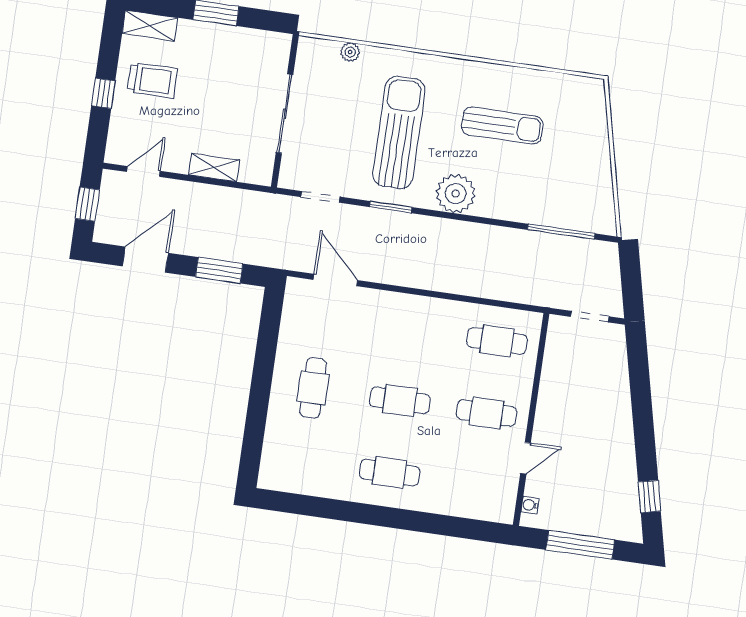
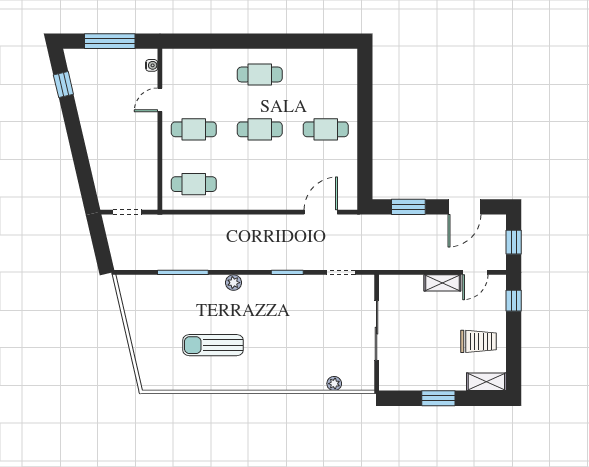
trolley: (152, 80) -> (478, 341), turned 180
window: (103, 93) -> (514, 301), moved
sun lounger: (399, 132) -> (289, 329), removed
shelving: (214, 167) -> (442, 283), moved
plant: (456, 194) -> (234, 283), width x0.53, depth x0.53
window: (561, 232) -> (183, 272), moved
door: (335, 280) -> (321, 212), swing flipped
cafe table: (313, 388) -> (326, 129), turned 90

